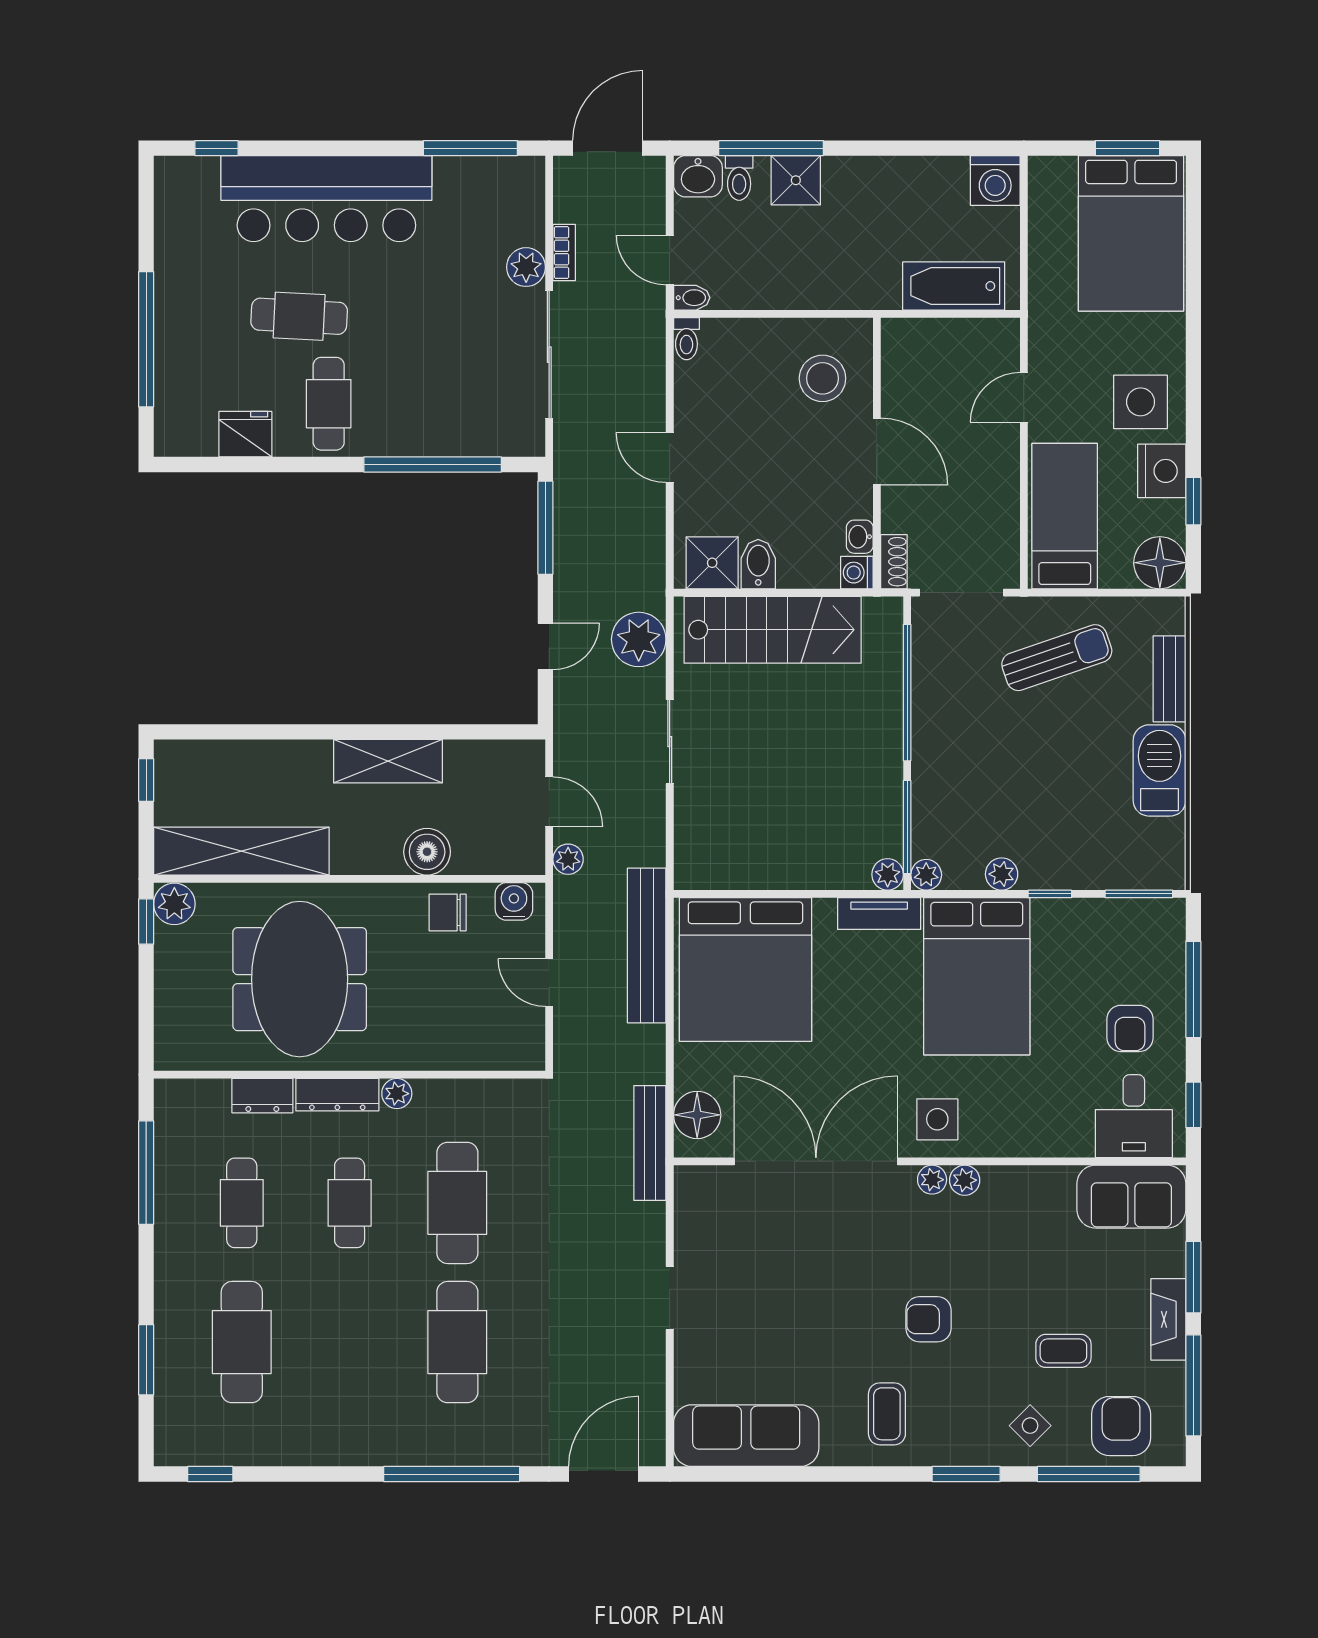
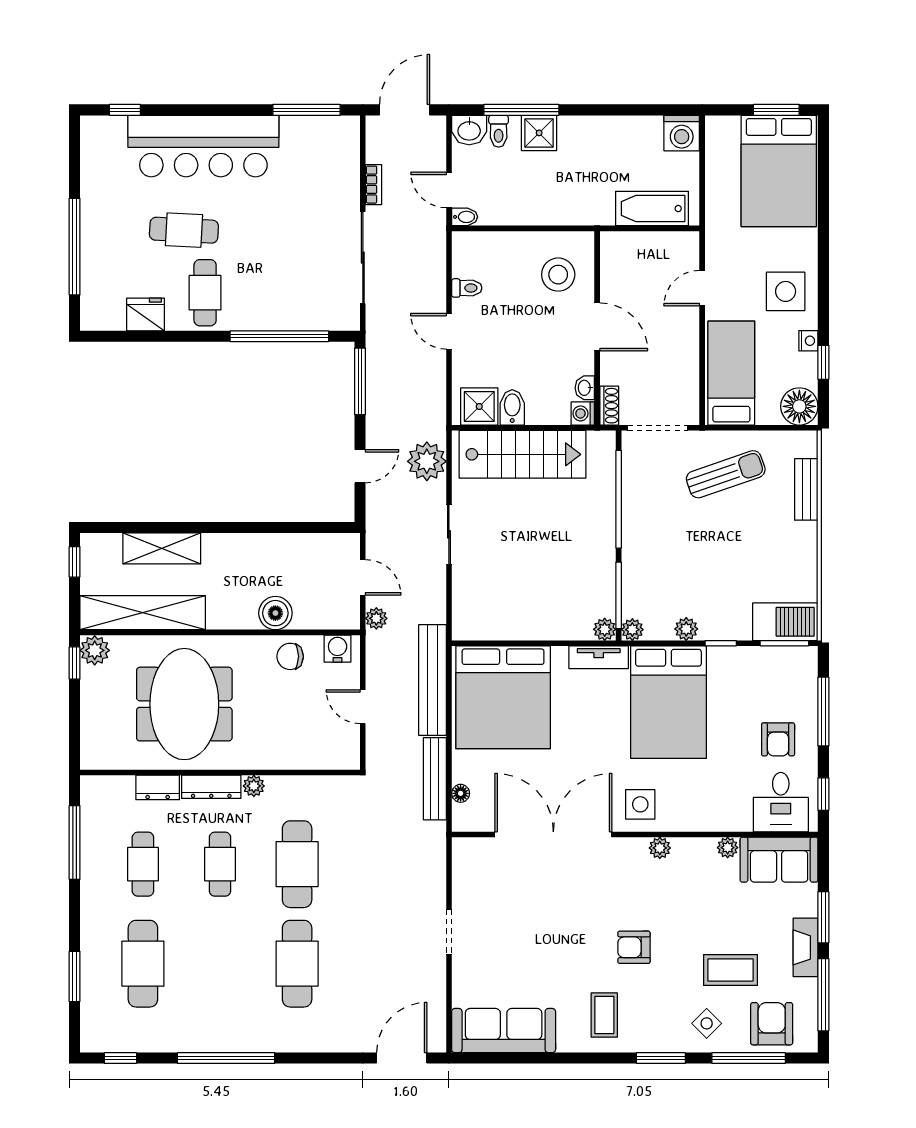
plant: (526, 267) -> (346, 195), removed
toilet: (686, 339) -> (467, 288), moved, turned -90
nightstand: (1162, 471) -> (808, 341), width x0.53, depth x0.56
shelving: (388, 761) -> (162, 548), moved
barbecue: (1160, 770) -> (785, 622), moved, turned 90
floor lamp: (697, 1115) -> (461, 793), width x0.53, depth x0.53
bench: (650, 1143) -> (435, 779), moved
plant: (932, 1180) -> (728, 848), moved
coffee table: (1063, 1351) -> (730, 970), width x1.36, depth x1.30
window: (452, 1474) -> (226, 1058), moved

